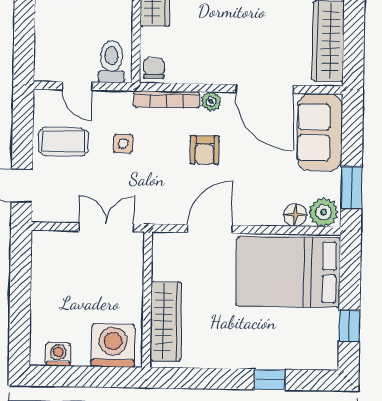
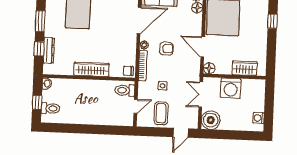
floor lamp: (164, 244) -> (209, 68), added
boiler: (51, 250) -> (211, 120), added
wardrobe: (166, 321) -> (245, 68), width x0.67
washing machine: (113, 345) -> (231, 88), moved, turned -90

